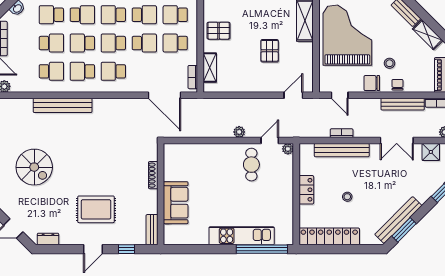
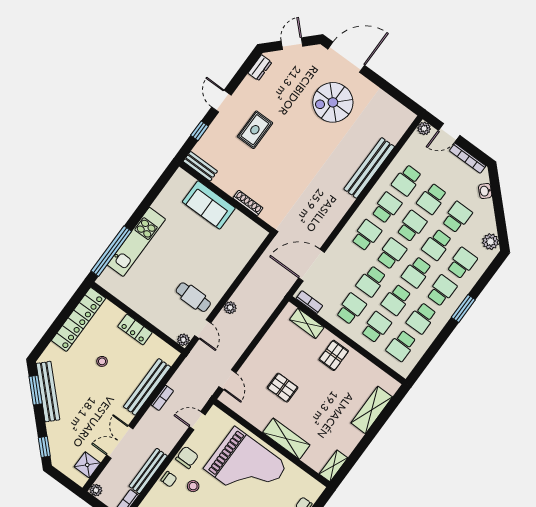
school desk: (113, 15) -> (417, 272), turned 180
rug: (96, 209) -> (255, 130), width x0.73, depth x0.70

